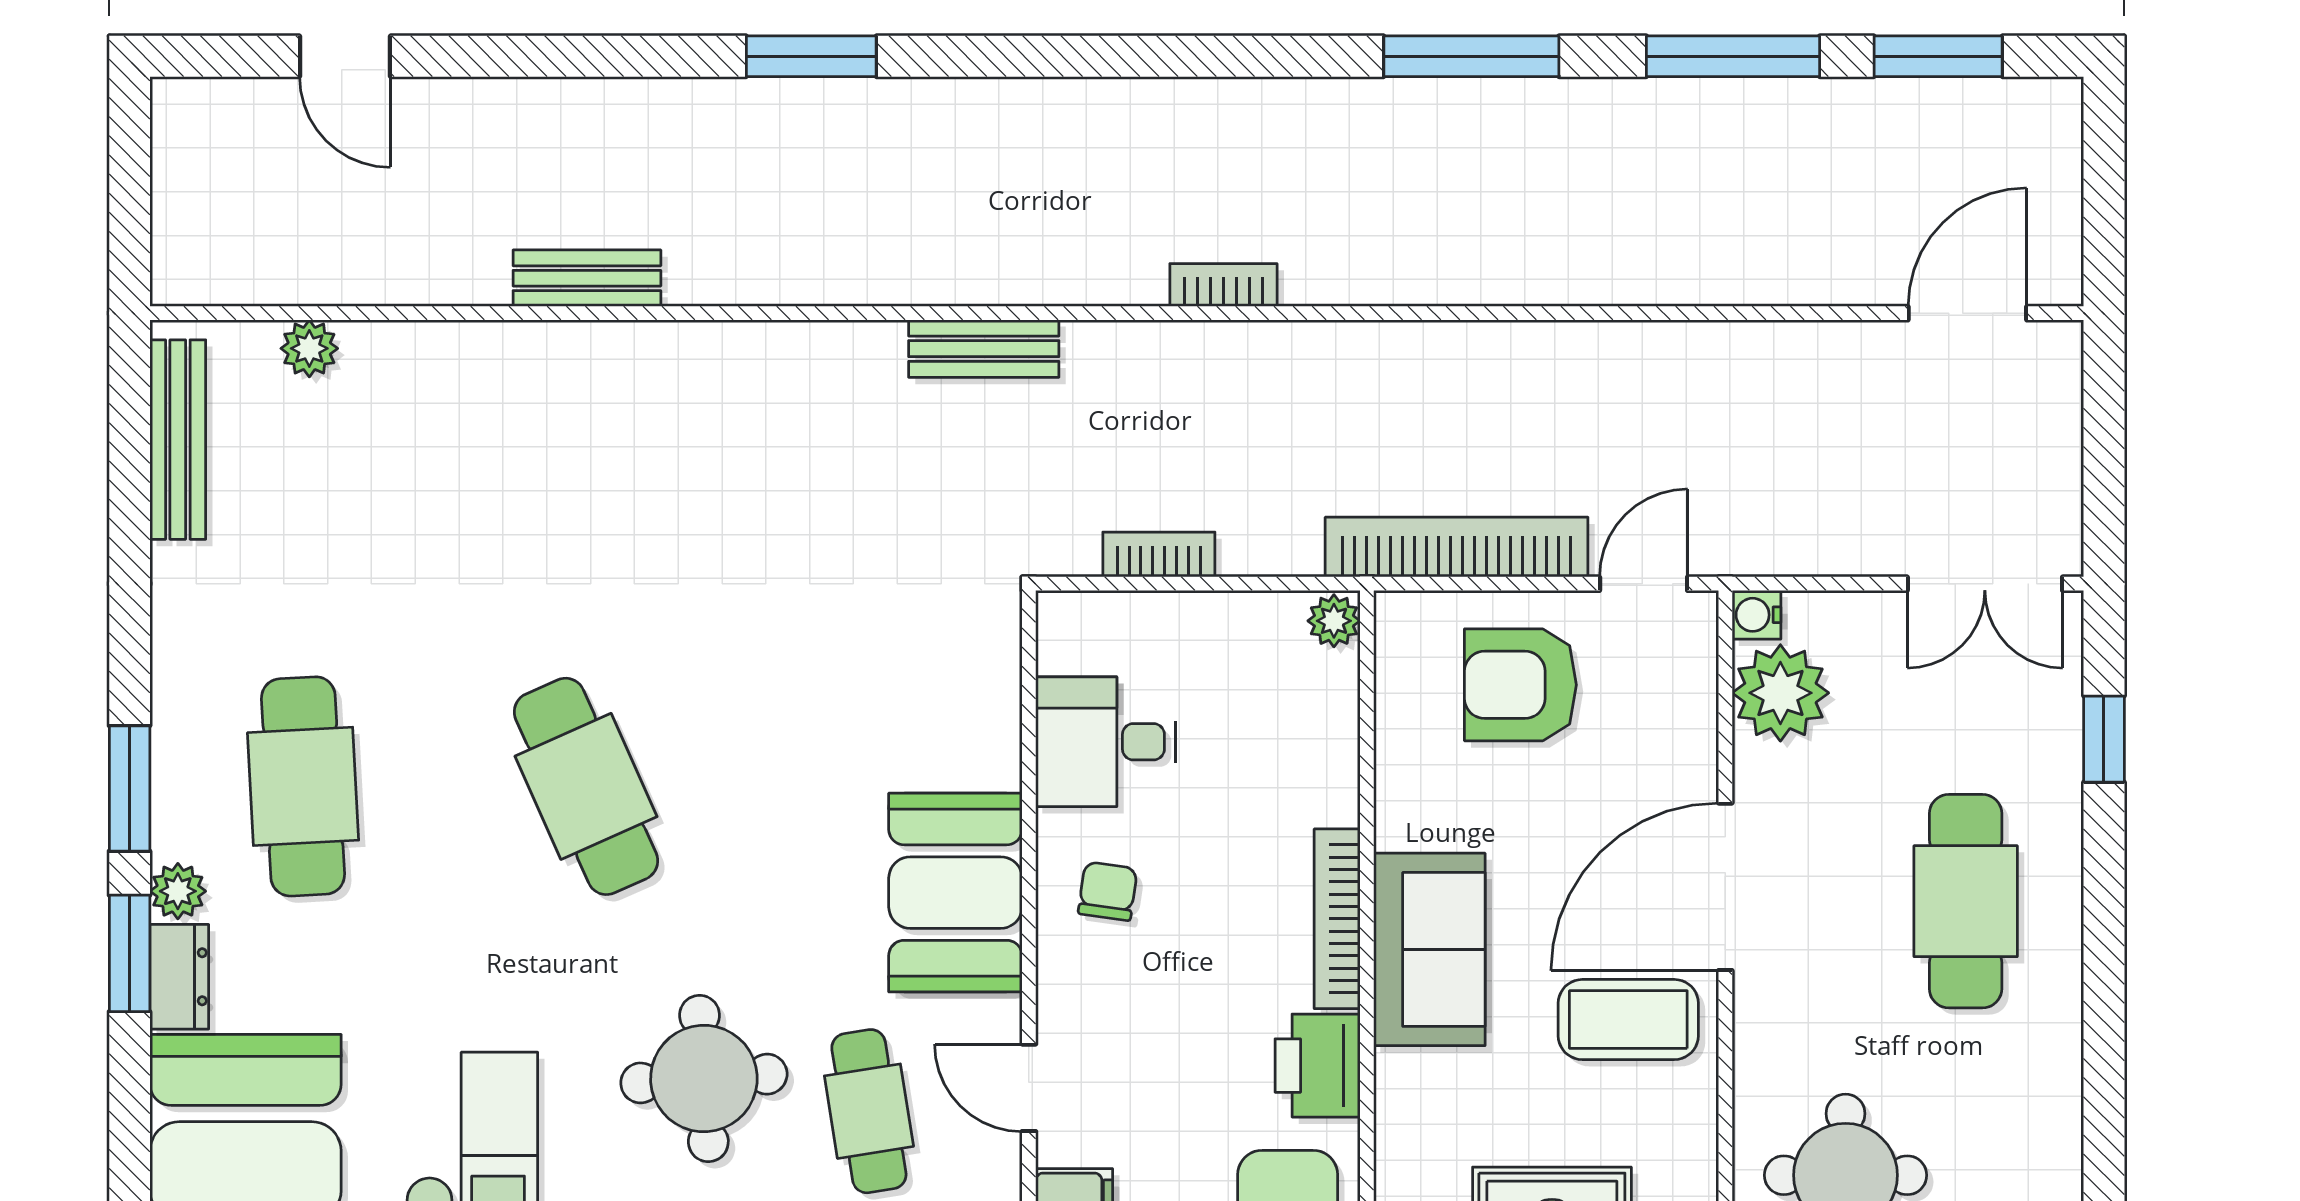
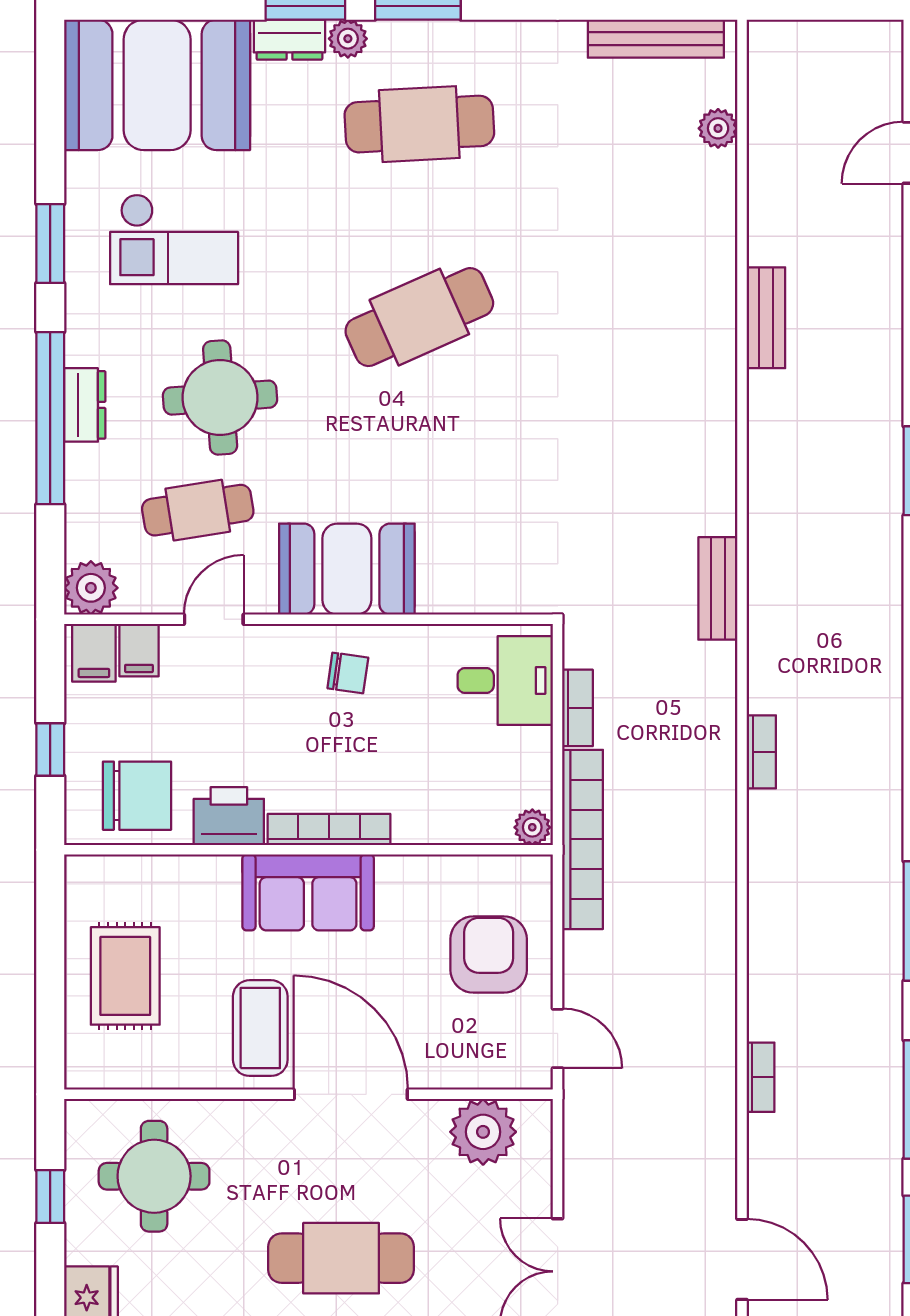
bookcase: (1700, 286) -> (761, 1077), added
bookcase: (1457, 547) -> (583, 839), moved
water cooler: (1756, 615) -> (536, 1116), removed
desk: (1106, 742) -> (505, 681), moved, turned 90

